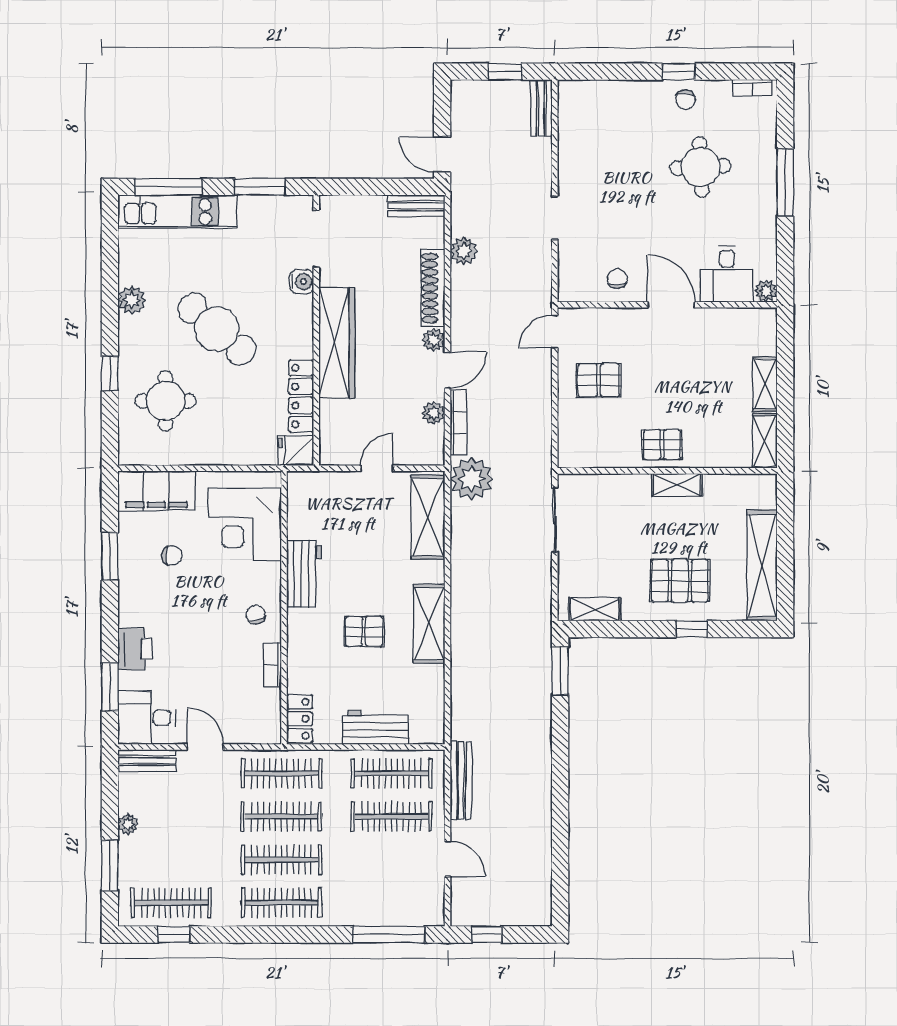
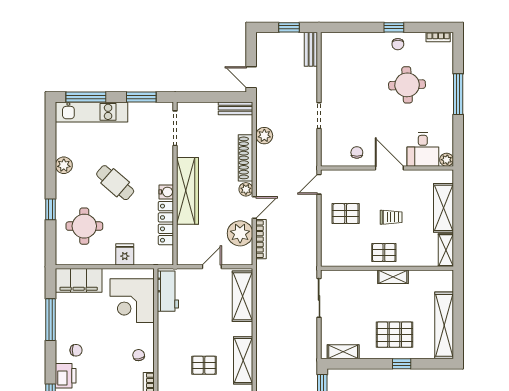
water cooler: (302, 282) -> (166, 192), moved
cafe table: (217, 329) -> (115, 183), width x0.73, depth x0.74
shelving: (765, 384) -> (443, 208), width x1.50, depth x1.33
trolley: (674, 386) -> (391, 217), added
plant: (434, 413) -> (240, 233), width x1.88, depth x1.88
fridge: (296, 451) -> (125, 254), moved, turned 90
plant: (472, 479) -> (269, 273), removed
window: (110, 556) -> (51, 320), width x1.44
chair: (172, 556) -> (76, 350), moved
workbench: (304, 573) -> (168, 291), moved

